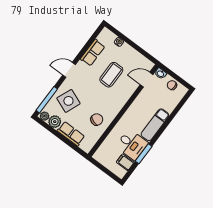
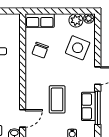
window: (47, 100) -> (98, 108), moved
row of seats: (71, 134) -> (40, 20), moved

